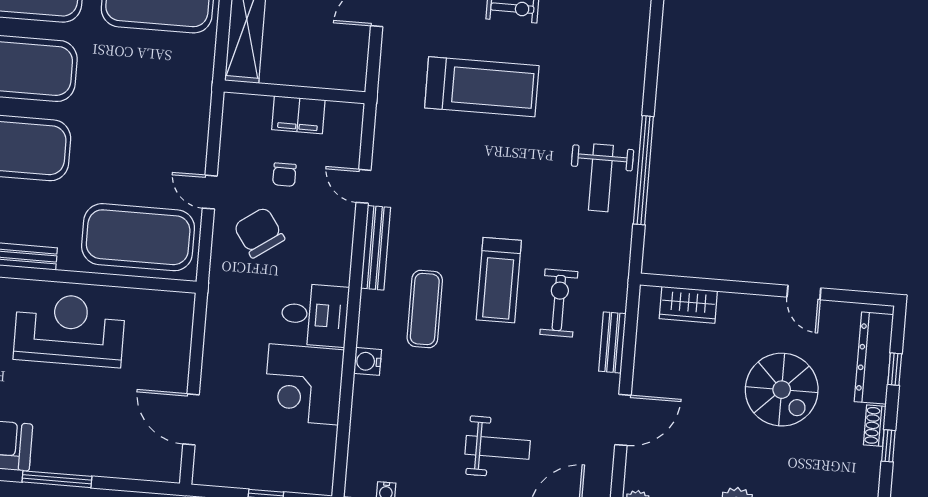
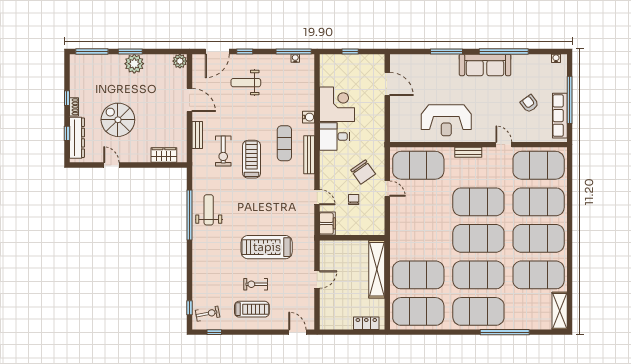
filing cabinet: (298, 115) -> (327, 223), moved, turned 90
bench: (376, 248) -> (309, 155), moved
door: (623, 420) -> (189, 100), swing flipped

